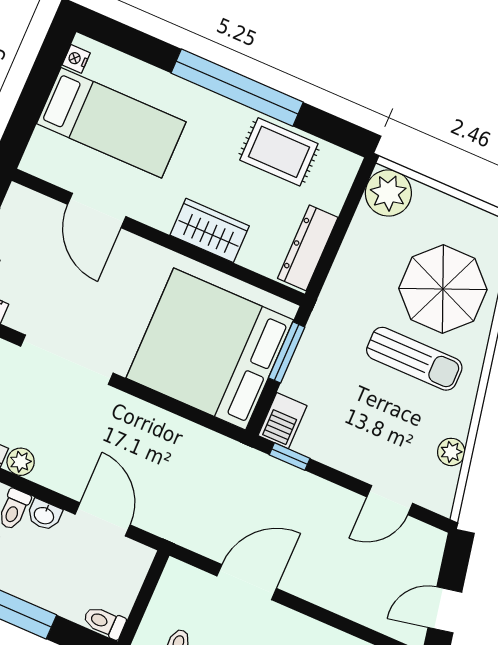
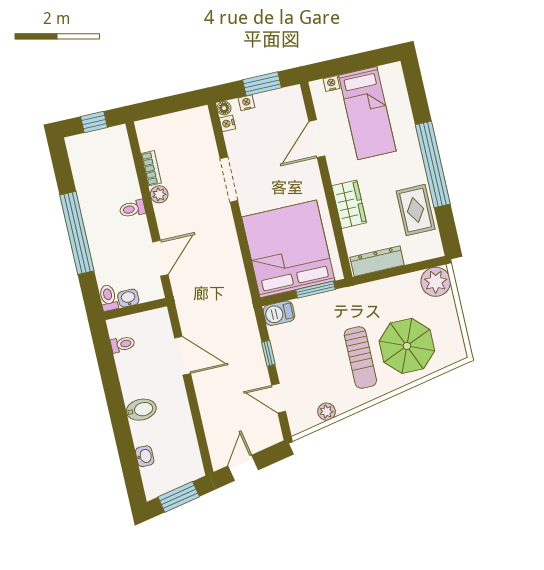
nightstand: (76, 59) -> (331, 84), moved
doorway: (67, 360) -> (229, 180), width x0.73
window: (290, 457) -> (268, 353), moved
washbasin: (44, 515) -> (128, 298), moved, turned 90
door: (445, 610) -> (243, 468), hinge flipped

